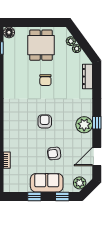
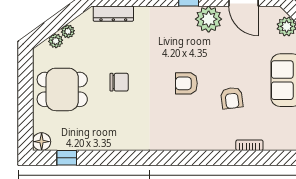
plant: (84, 125) -> (209, 19), moved
armchair: (54, 153) -> (232, 98), moved

